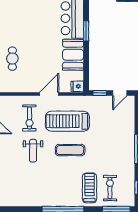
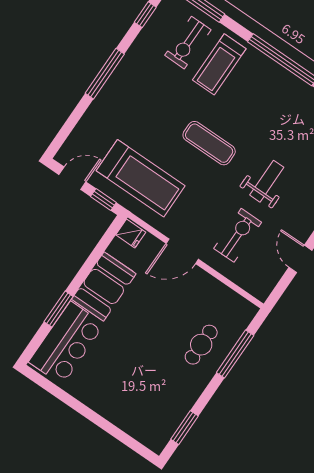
treadmill: (67, 121) -> (141, 178), moved

